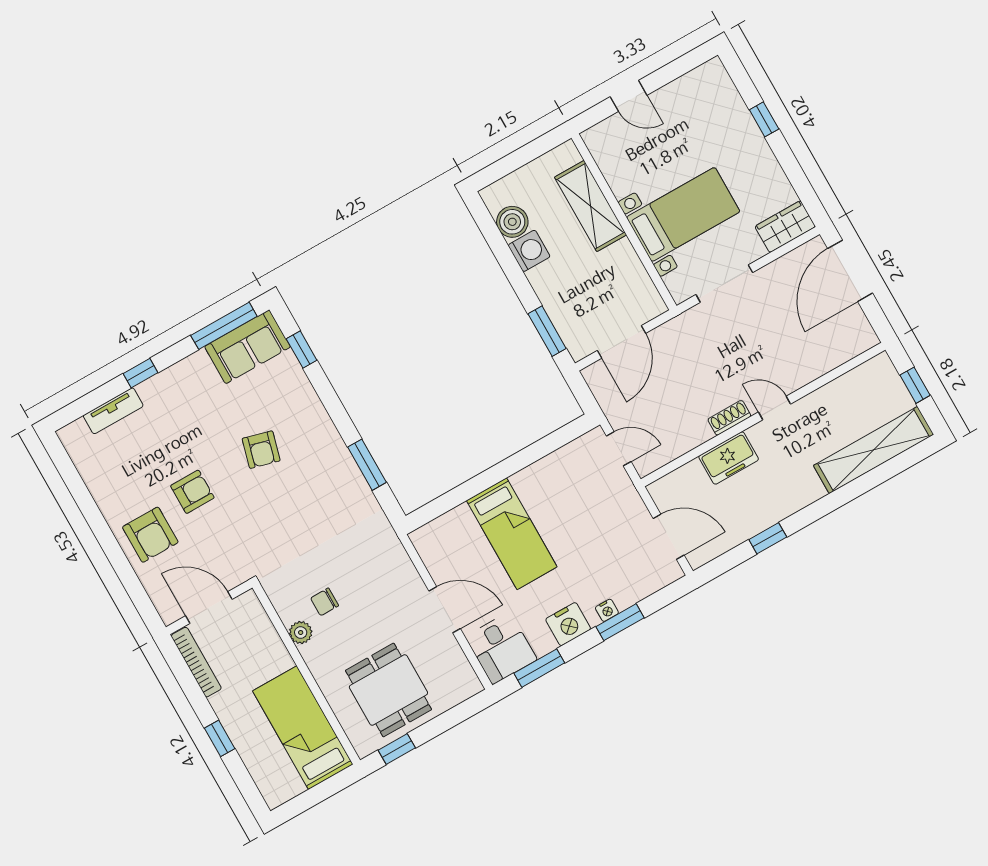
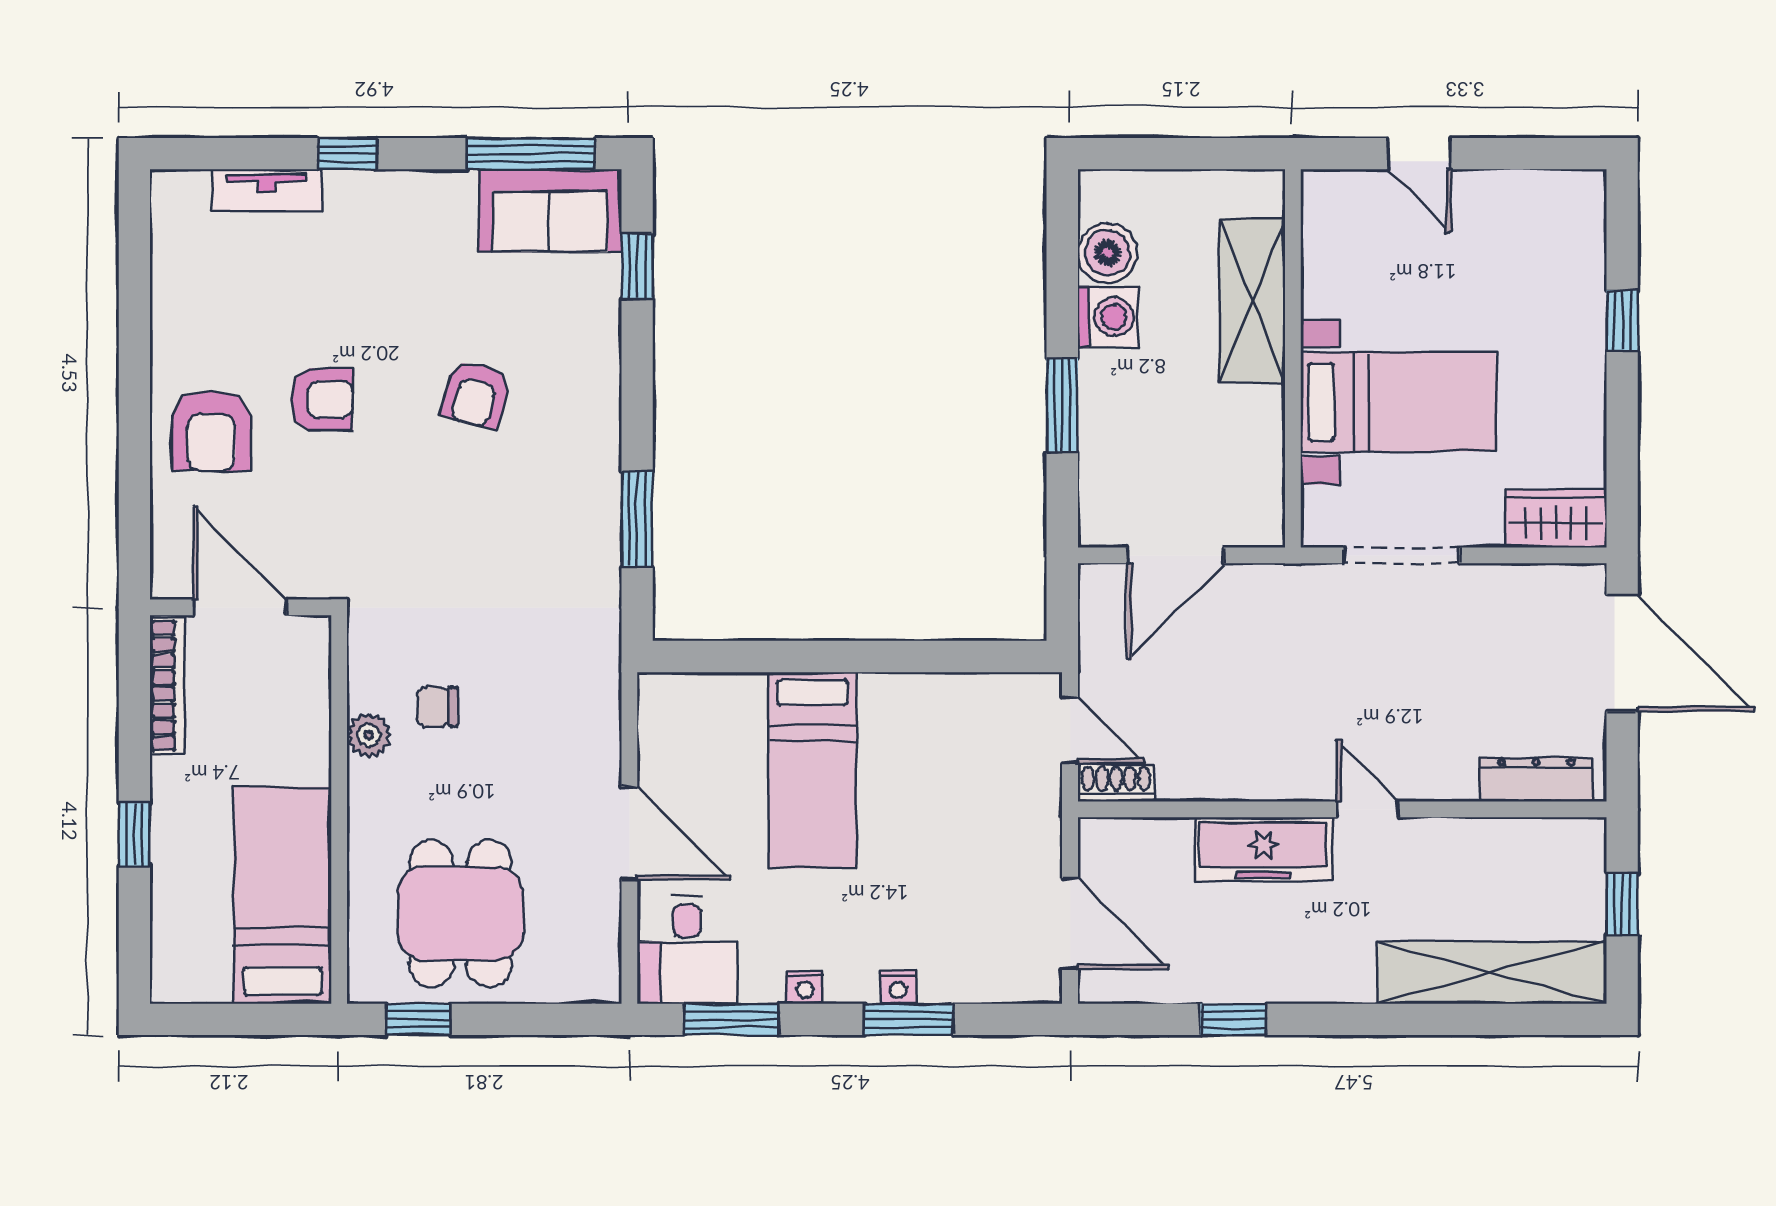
door: (850, 271) -> (1622, 653), swing flipped
window: (547, 331) -> (1062, 405), moved
dresser: (844, 351) -> (1536, 780), added
shoe rack: (729, 418) -> (1116, 783), moved
freezer: (729, 458) -> (1264, 849), width x1.40
nightstand: (568, 624) -> (805, 987), width x0.53, depth x0.56

